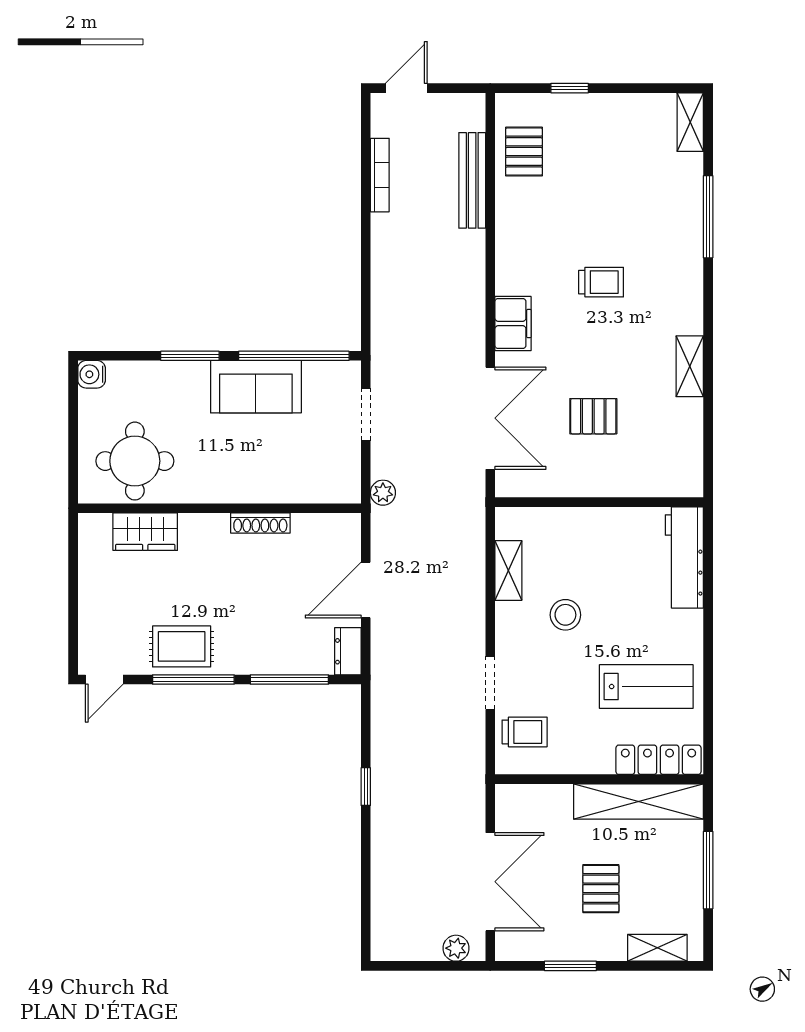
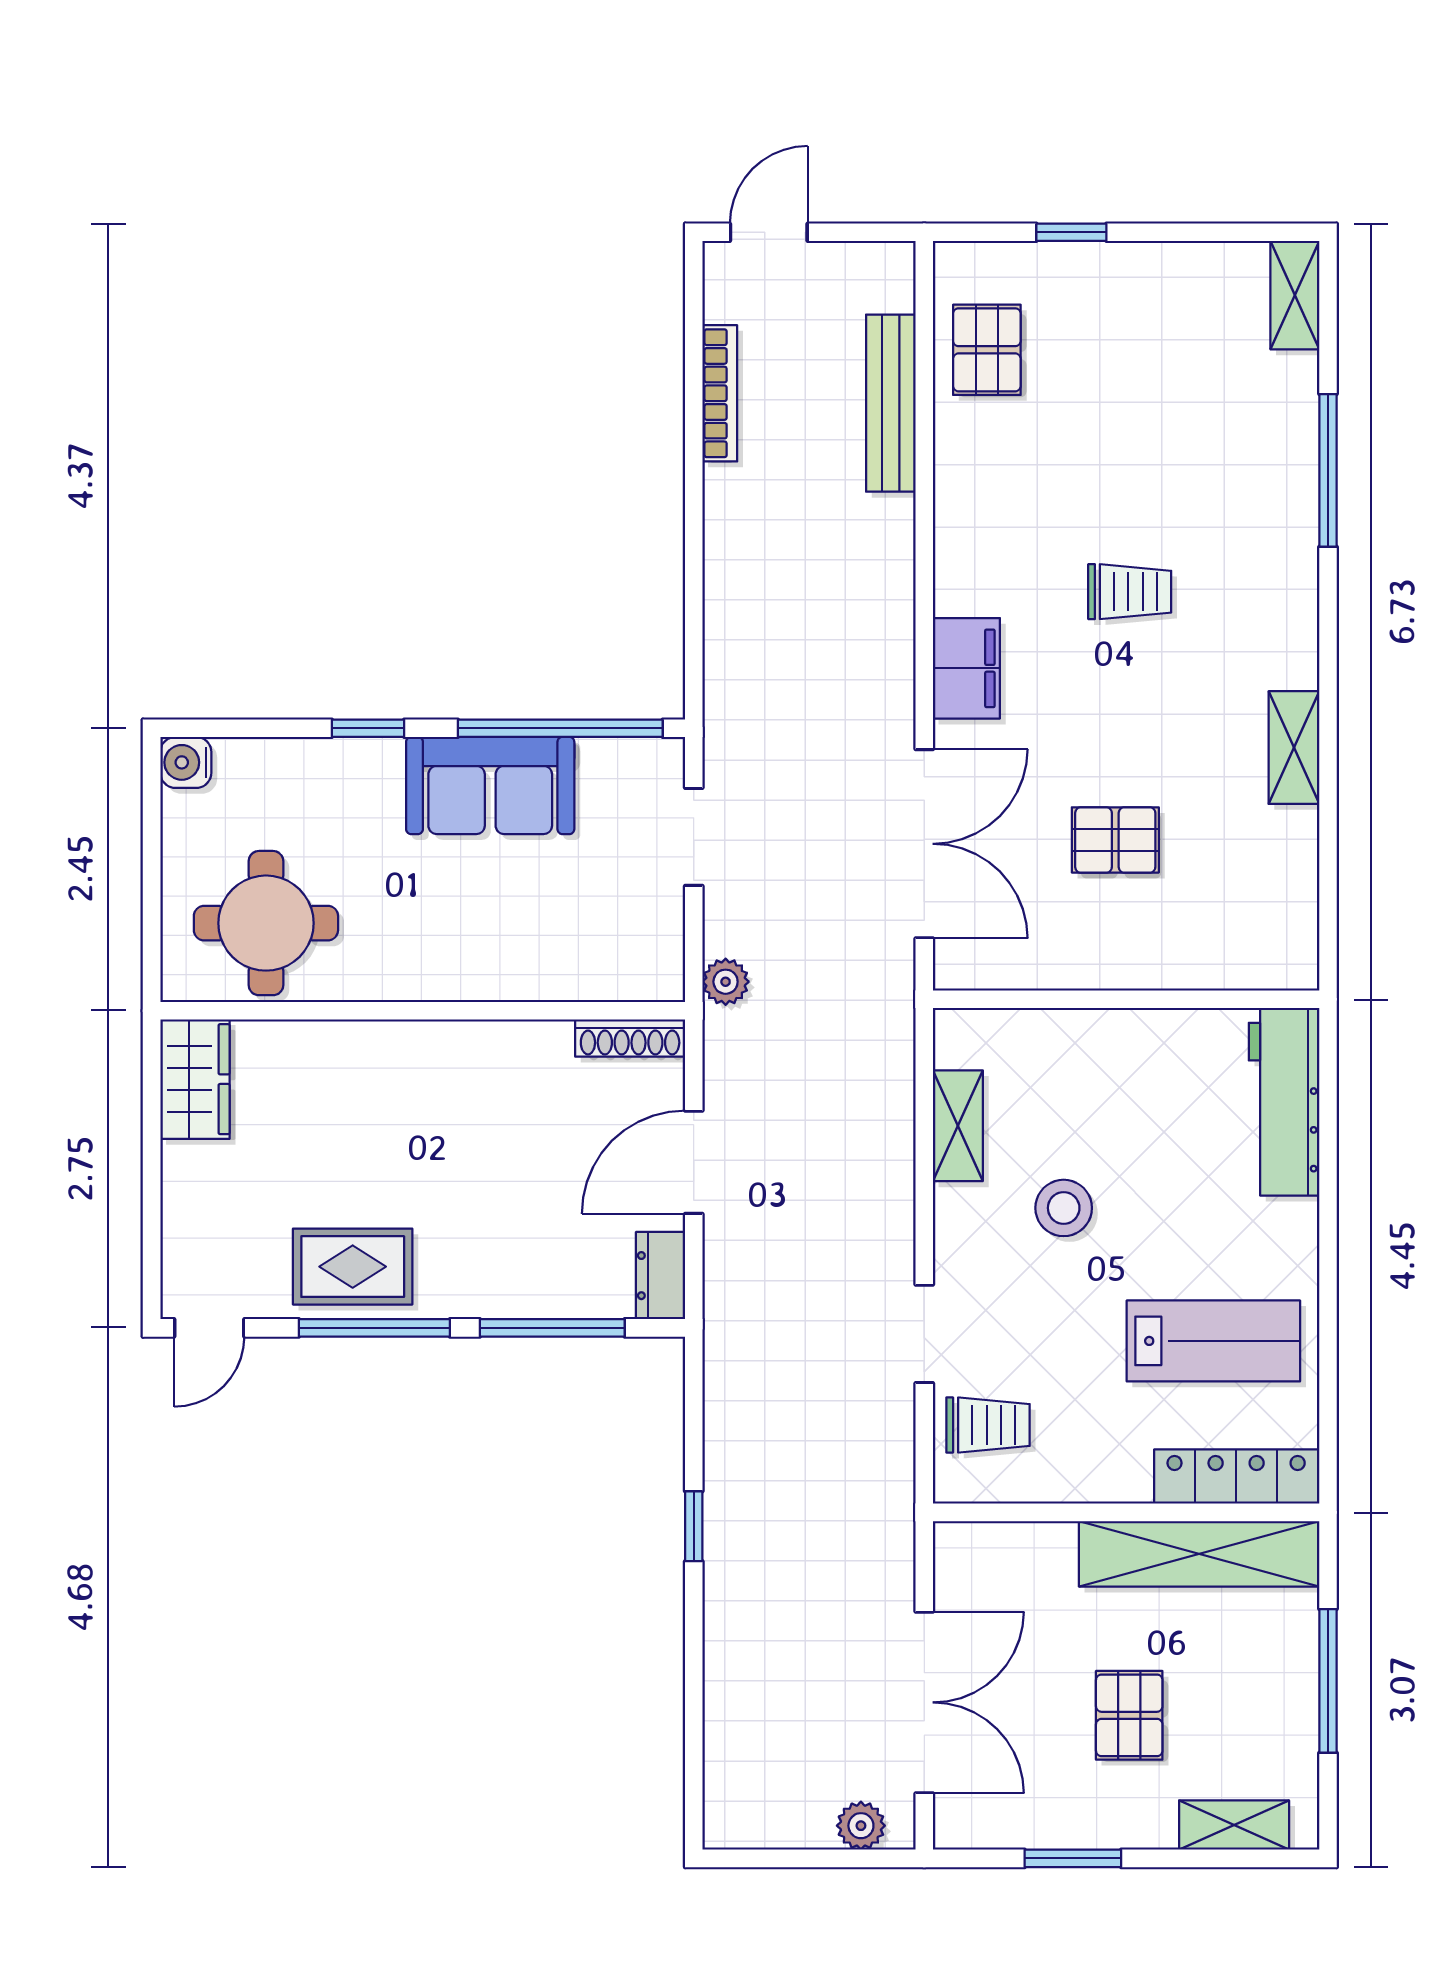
window: (190, 356) -> (368, 728), width x0.67
shoe rack: (260, 523) -> (630, 1038), moved
wardrobe: (145, 532) -> (195, 1079), moved, turned -90

